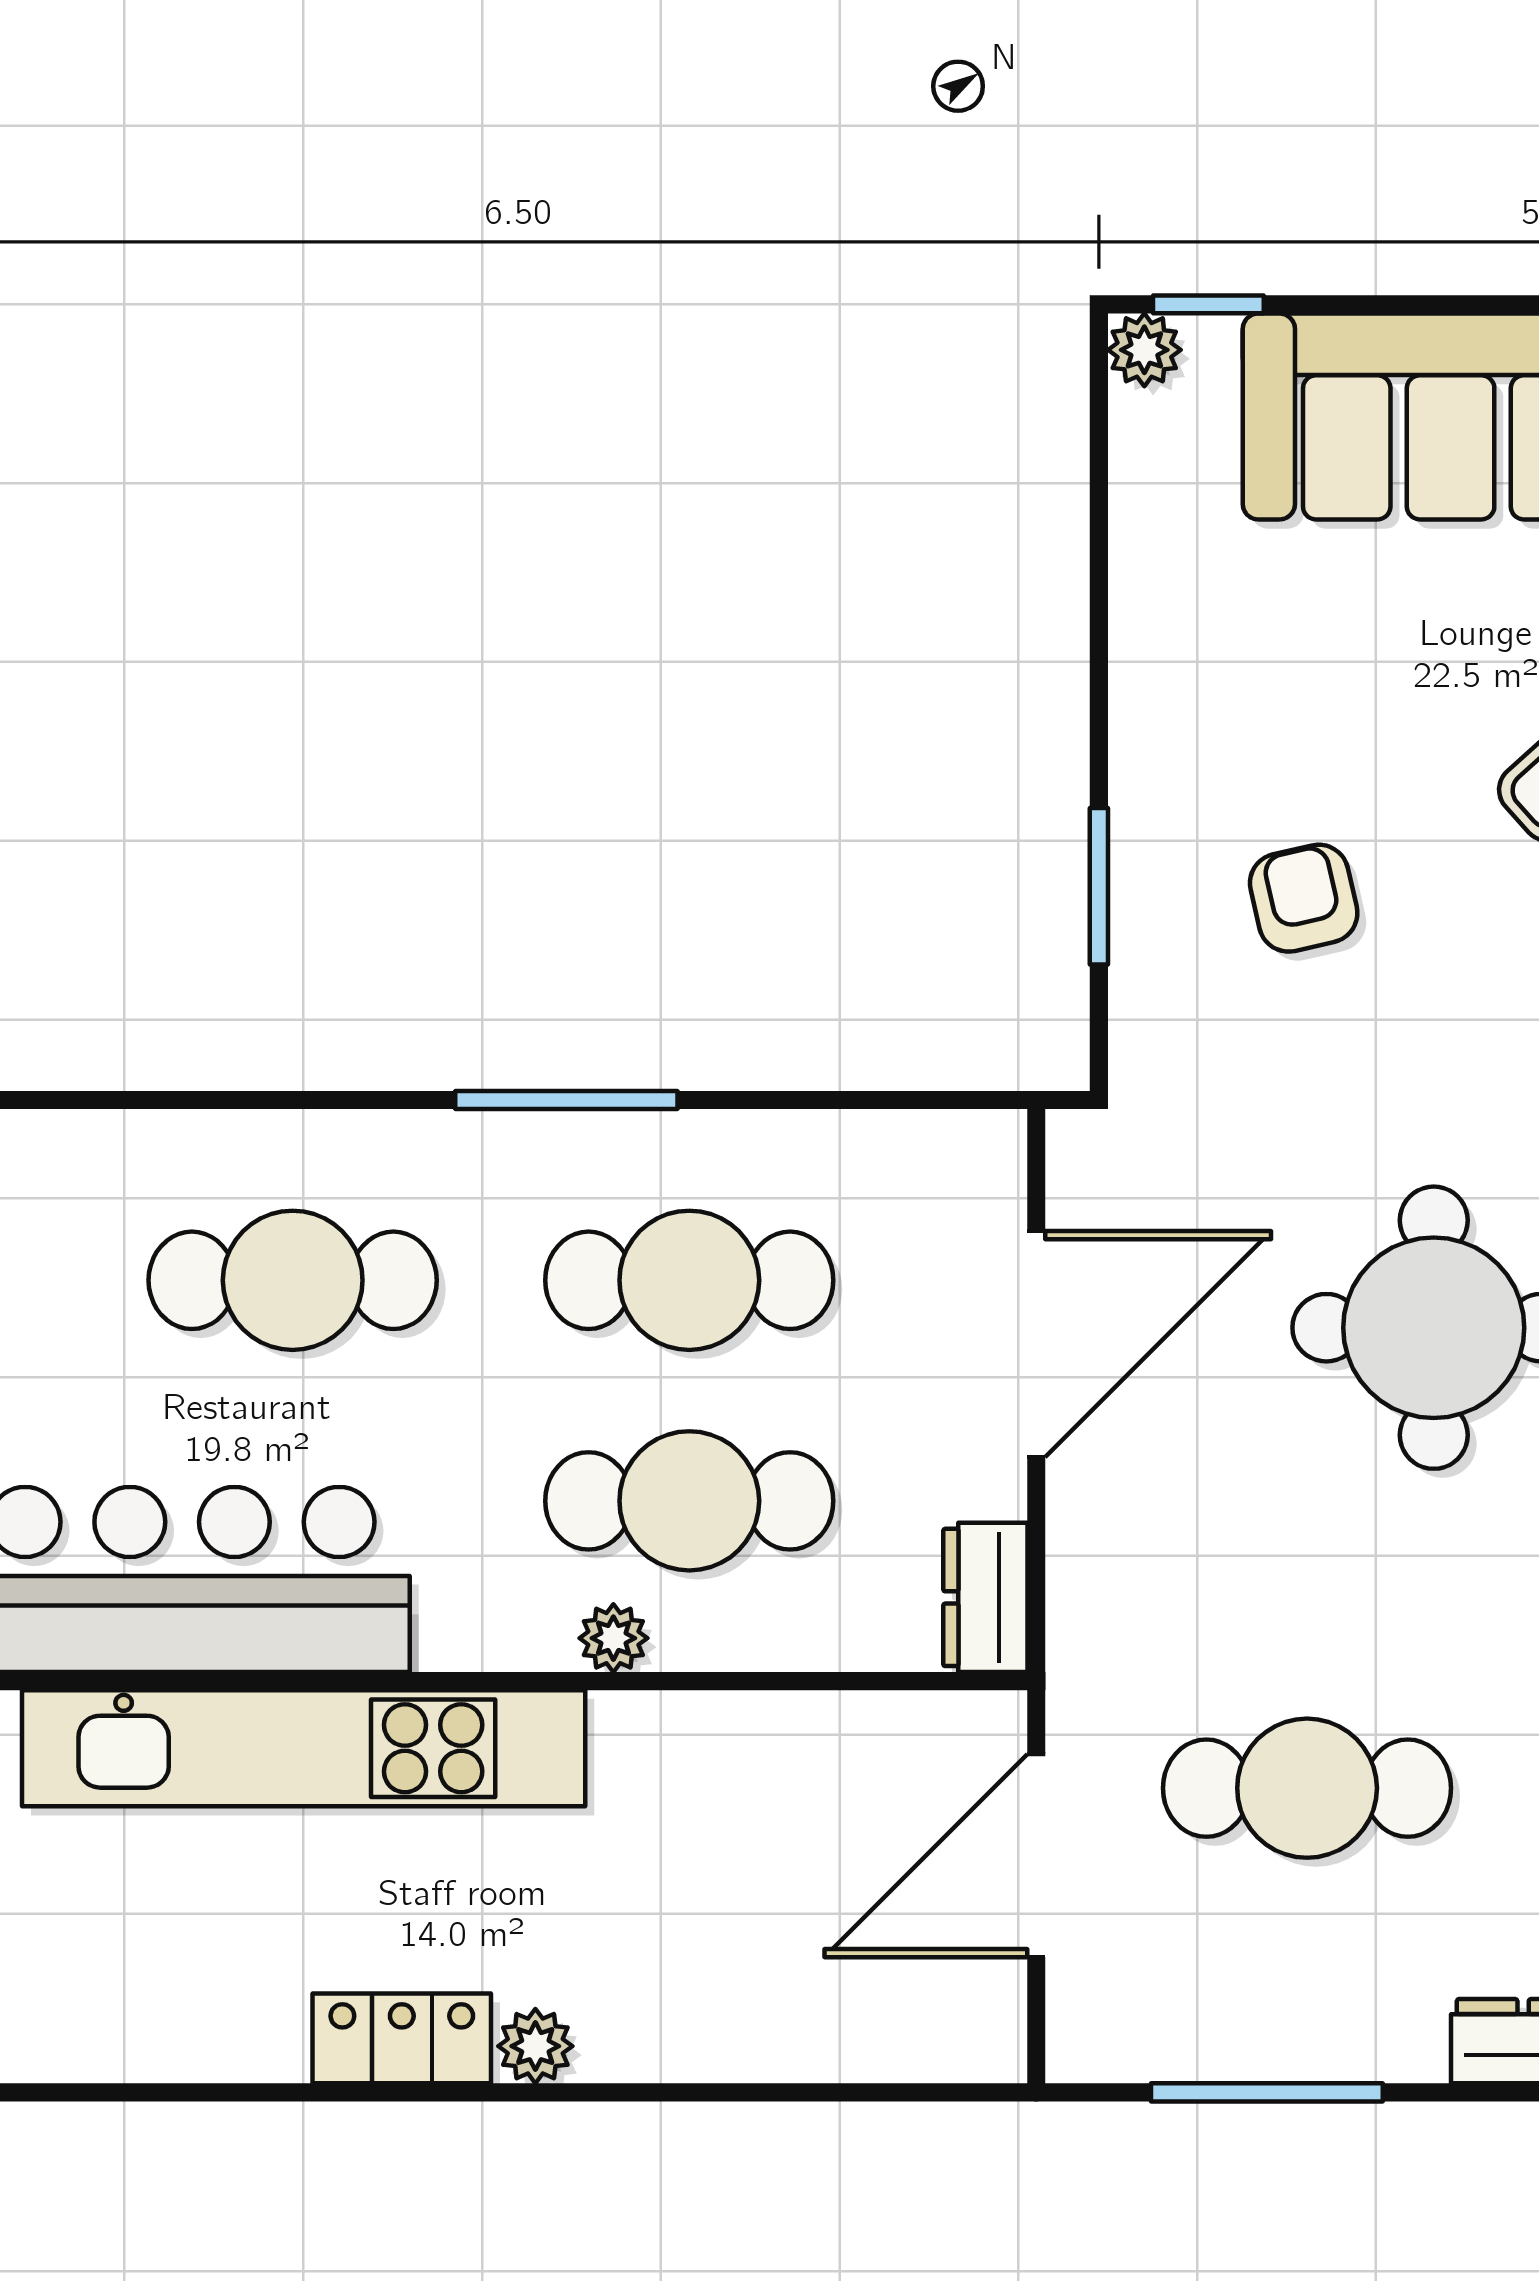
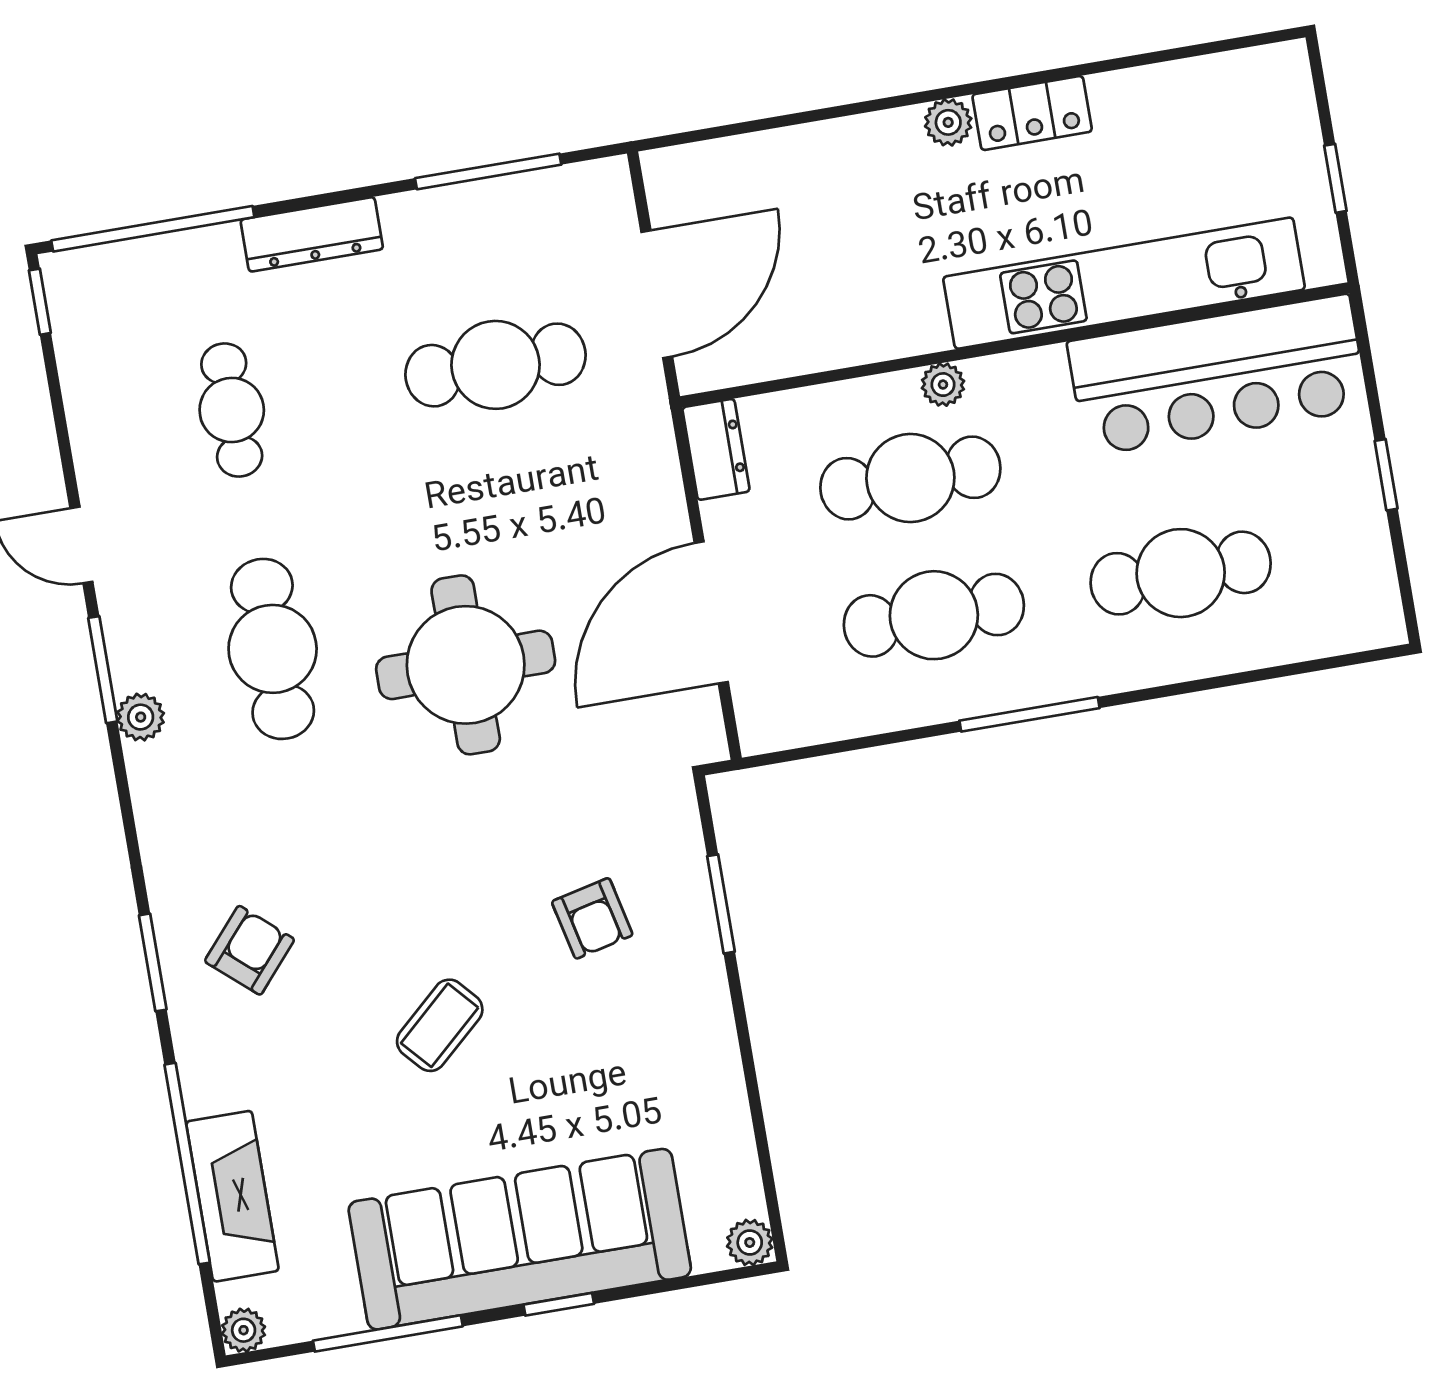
window: (1208, 304) -> (559, 1304), moved

